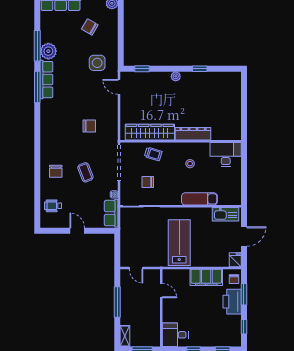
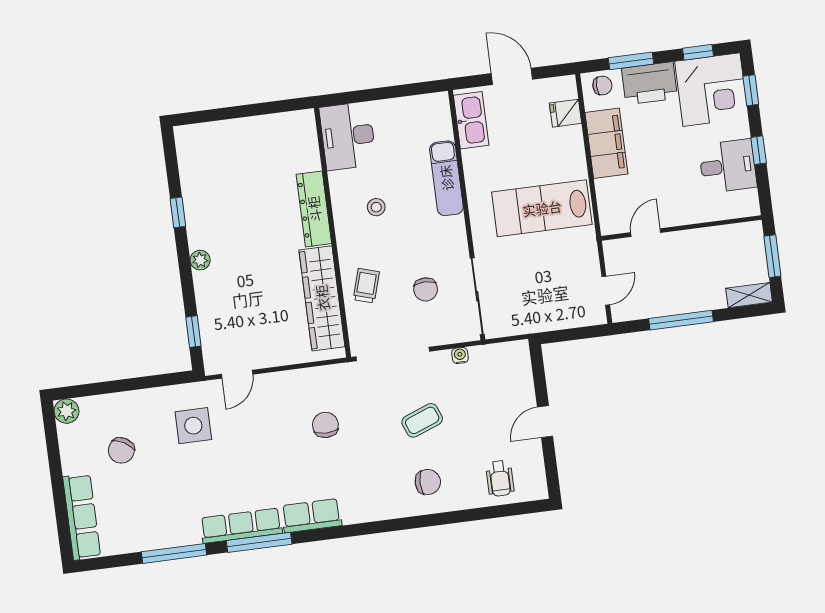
plant: (48, 51) -> (182, 529), removed
row of seats: (111, 213) -> (311, 516), moved, turned 180
fridge: (235, 260) -> (565, 113), moved
corner desk: (225, 331) -> (712, 90), added
desk: (175, 335) -> (728, 166), moved, turned -90

